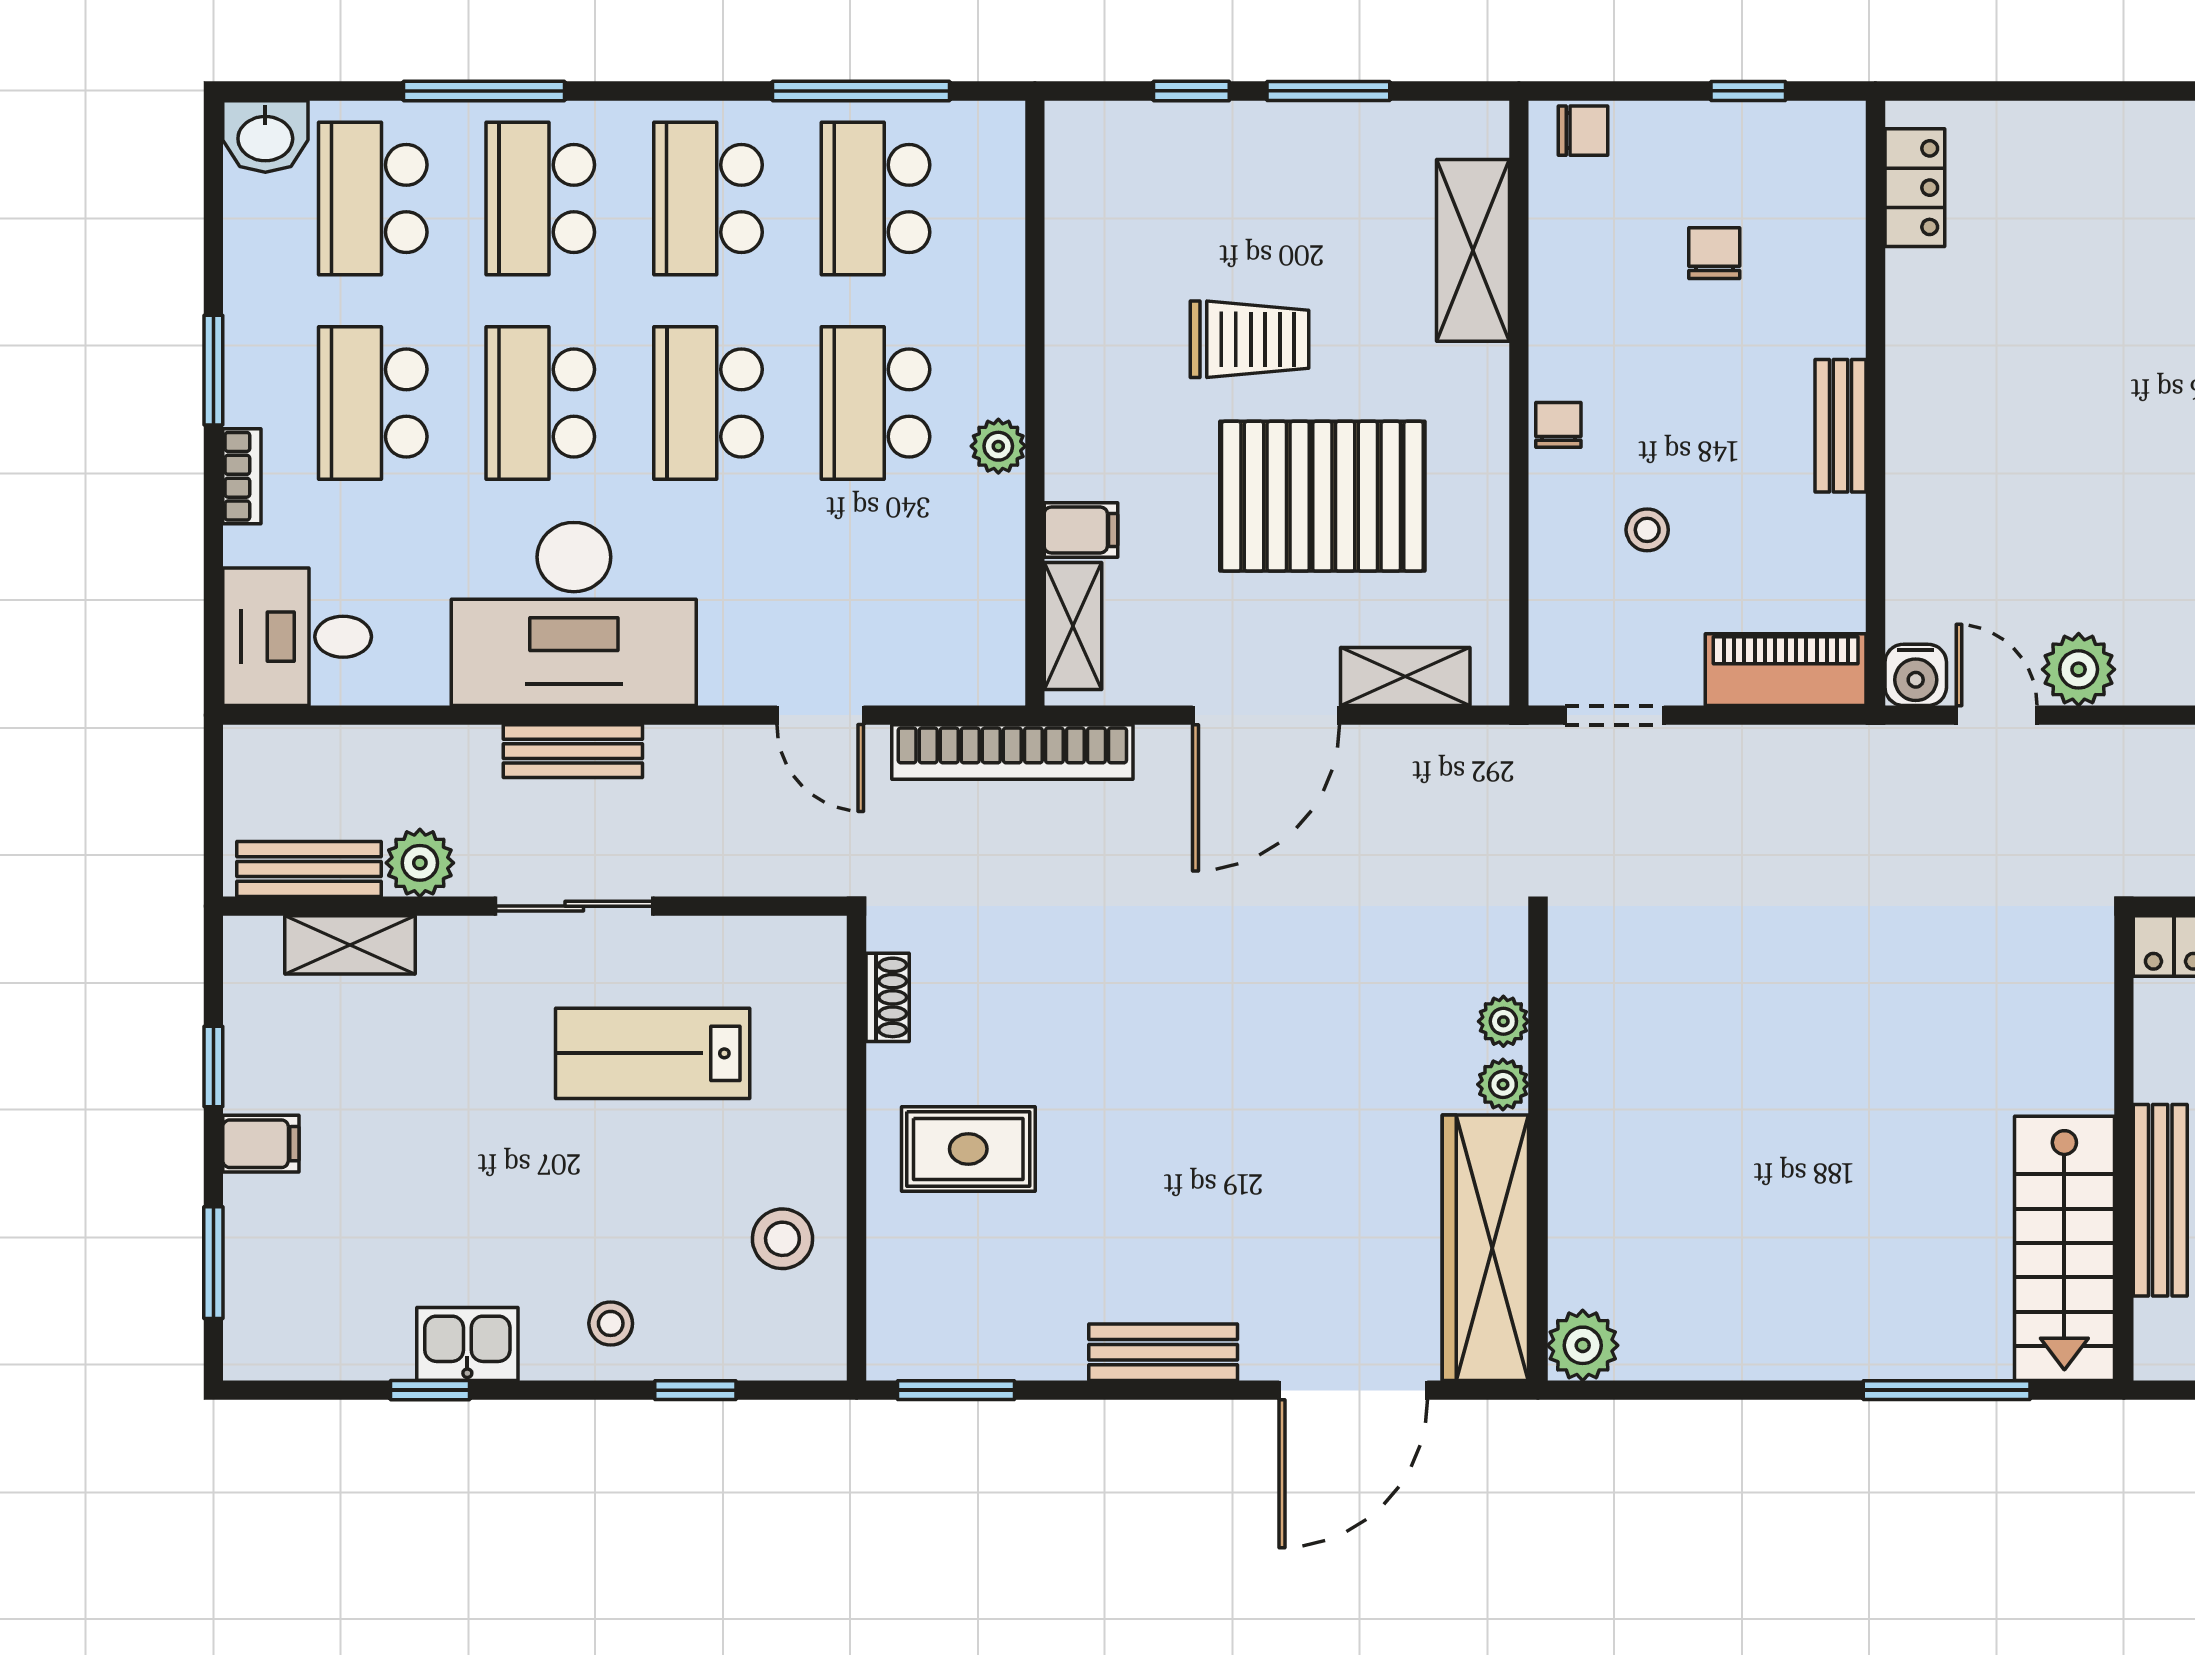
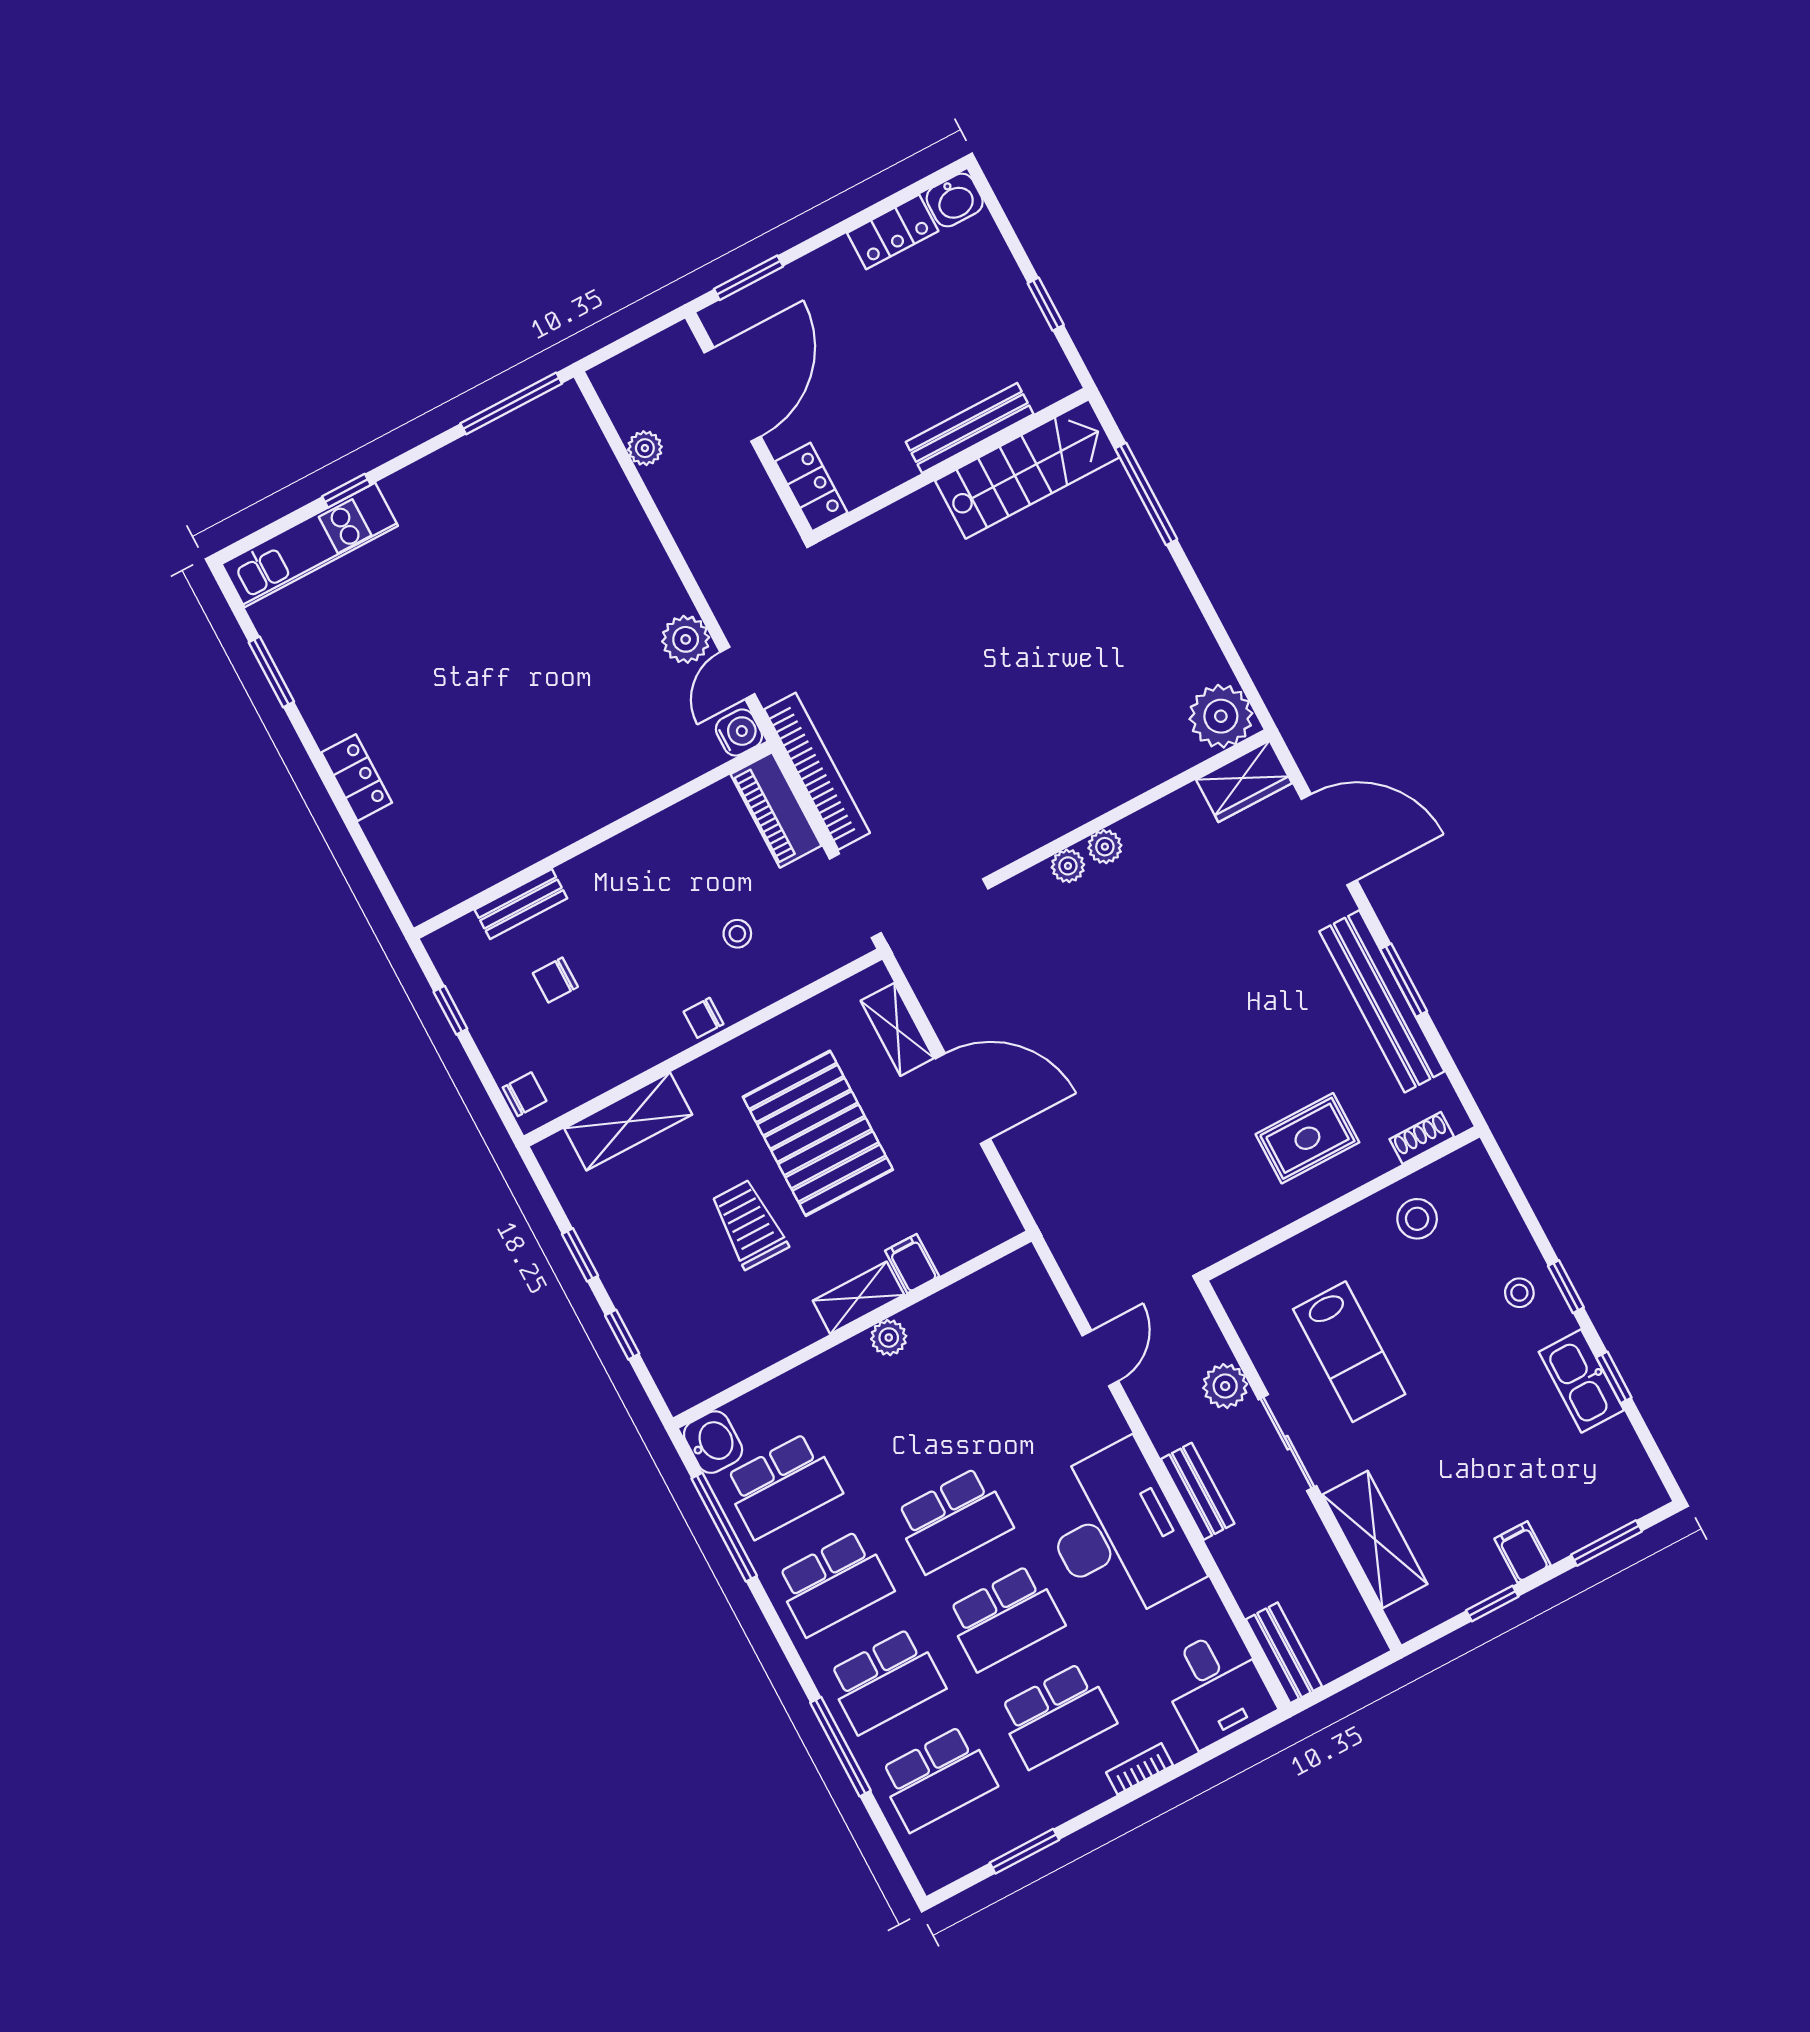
window: (1328, 91) -> (580, 1255), width x0.67
chair: (1583, 131) -> (525, 1094), turned 90
washbasin: (265, 136) -> (713, 1442), moved
locker: (1915, 188) -> (357, 778), moved, turned 90
window: (213, 370) -> (1024, 1851), moved
school desk: (875, 403) -> (901, 1422), removed
bench: (1841, 426) -> (521, 904), moved
shelving: (1073, 626) -> (858, 1298), moved
doorway: (1614, 715) -> (855, 896), width x1.38
bookcase: (1012, 752) -> (817, 771), moved
plant: (420, 863) -> (1225, 1386), moved
bench: (309, 869) -> (1284, 1653), moved
shelving: (350, 945) -> (1375, 1539), width x1.50, depth x1.33
shoe rack: (888, 997) -> (1422, 1138), moved
rug: (968, 1149) -> (1307, 1138), turned 90
wardrobe: (1485, 1248) -> (1244, 781), width x0.48, depth x0.85
kitchen sink: (467, 1344) -> (1581, 1381), width x1.38
plant: (1583, 1345) -> (1221, 716), width x1.36, depth x1.36
bench: (1163, 1352) -> (1382, 1001), width x1.86, depth x1.21
window: (695, 1390) -> (1566, 1287), moved
window: (956, 1390) -> (1404, 980), moved

